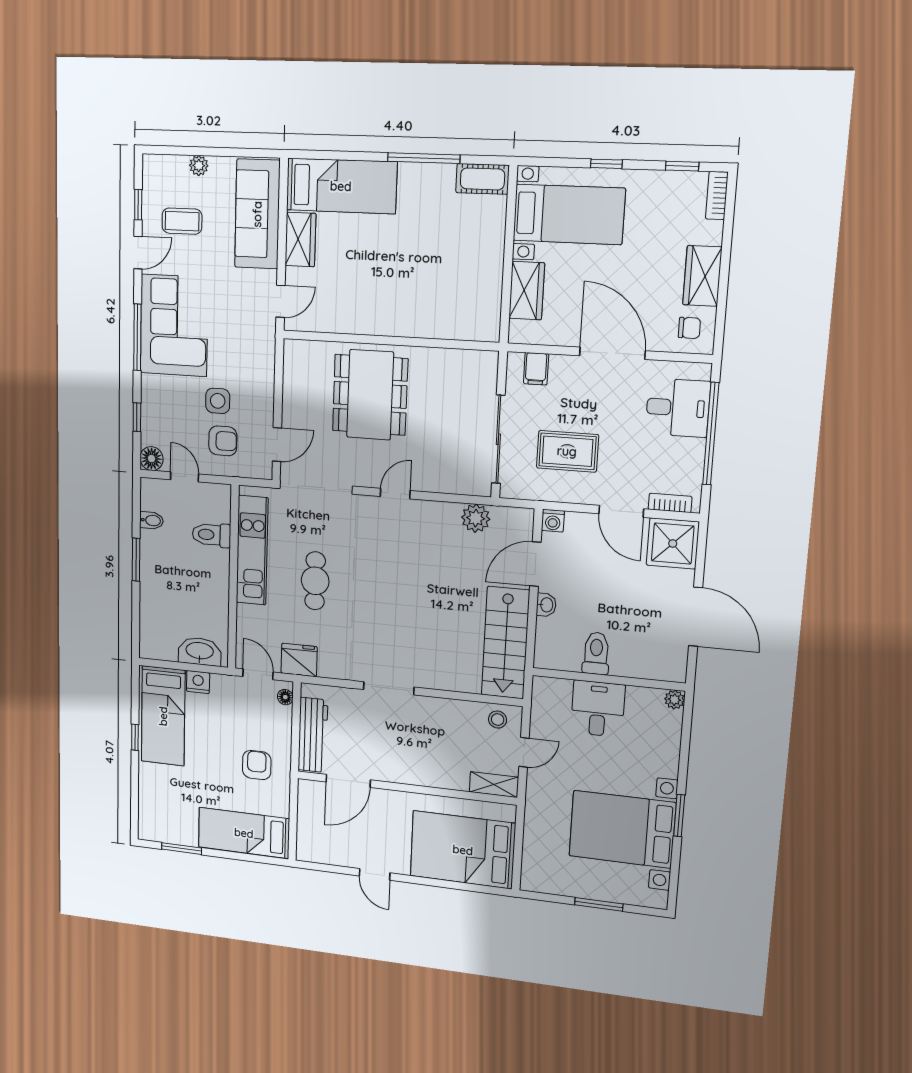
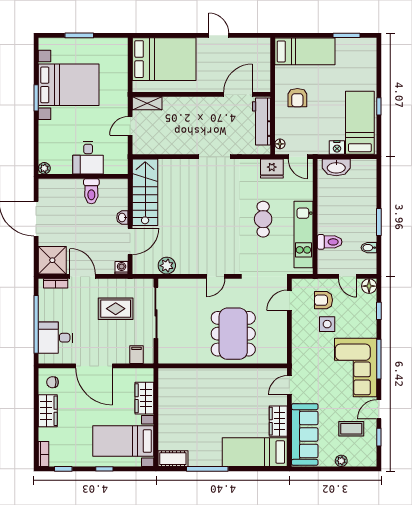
stool: (498, 720) -> (147, 144), removed

